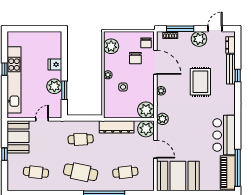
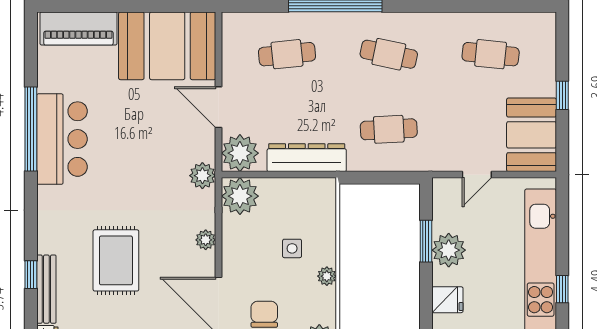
window: (238, 168) -> (31, 129), moved
cafe table: (81, 172) -> (389, 54), width x0.73, depth x0.74
piano: (228, 173) -> (78, 28), moved, turned 90

